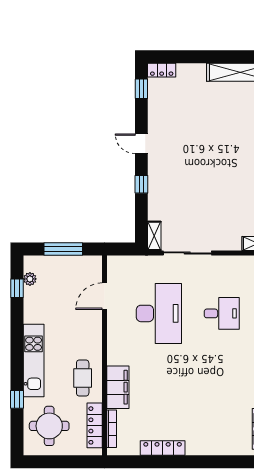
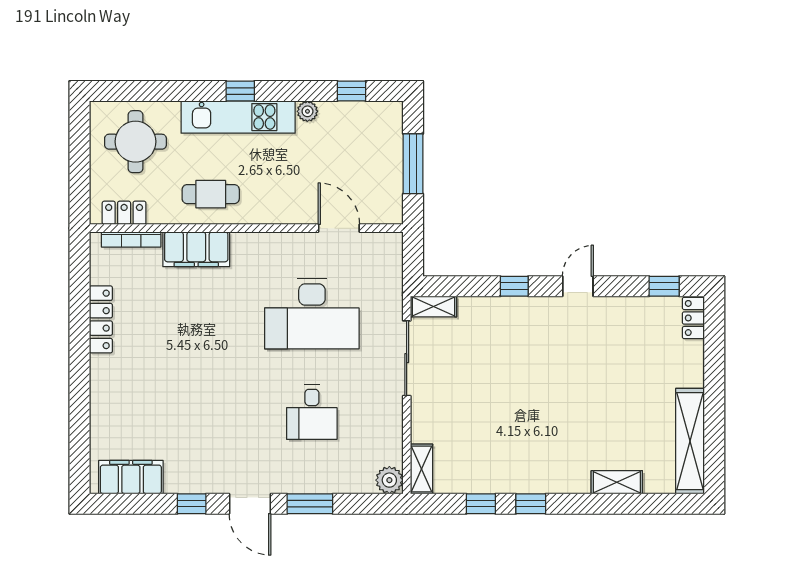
plant: (30, 279) -> (307, 111), moved
window: (17, 399) -> (240, 91), moved
locker: (95, 425) -> (124, 213), width x0.66

